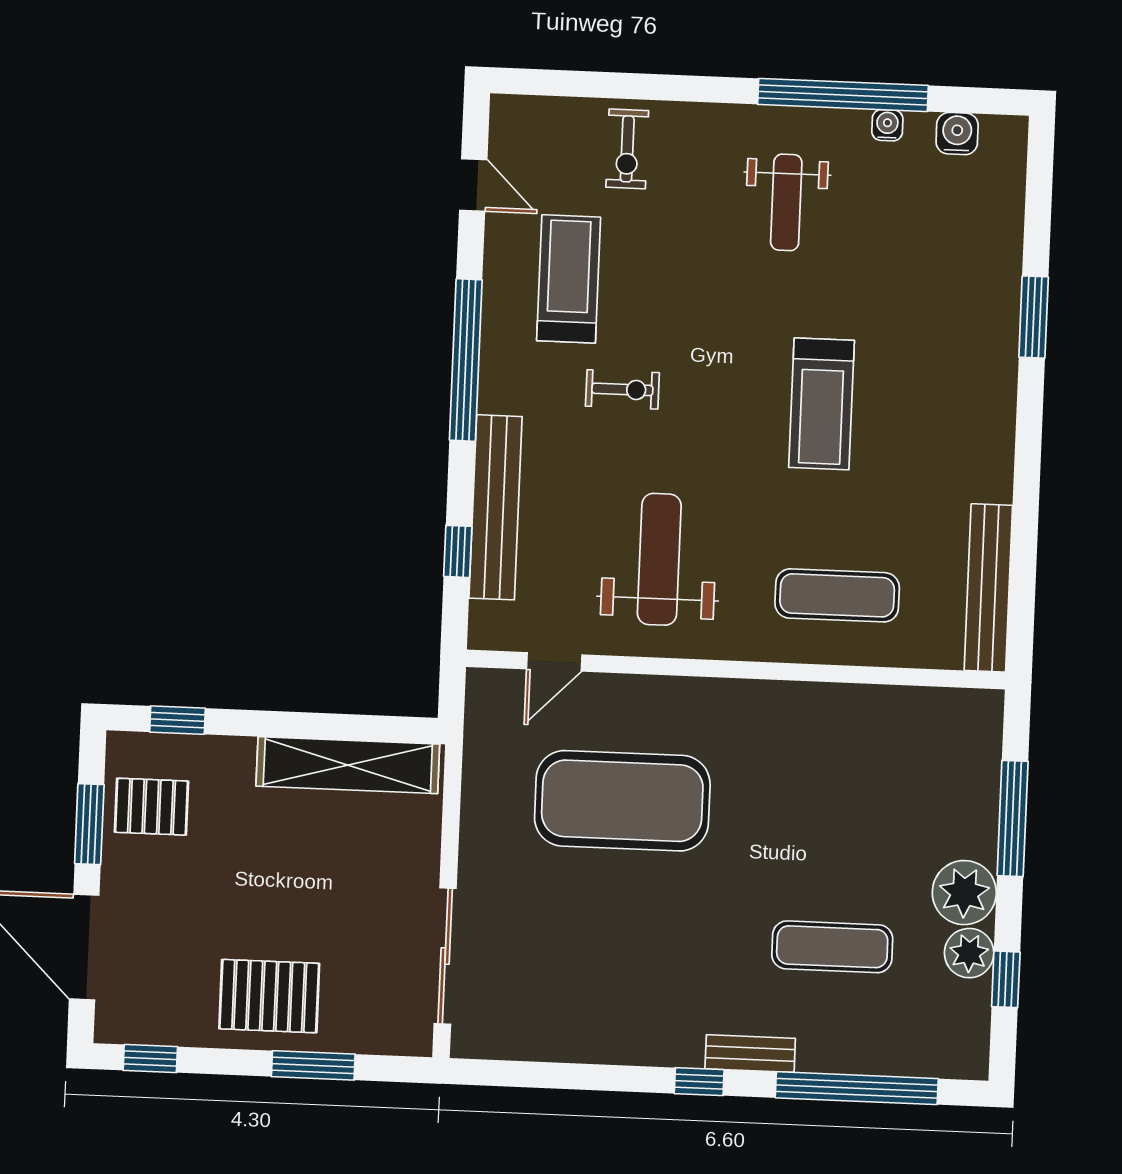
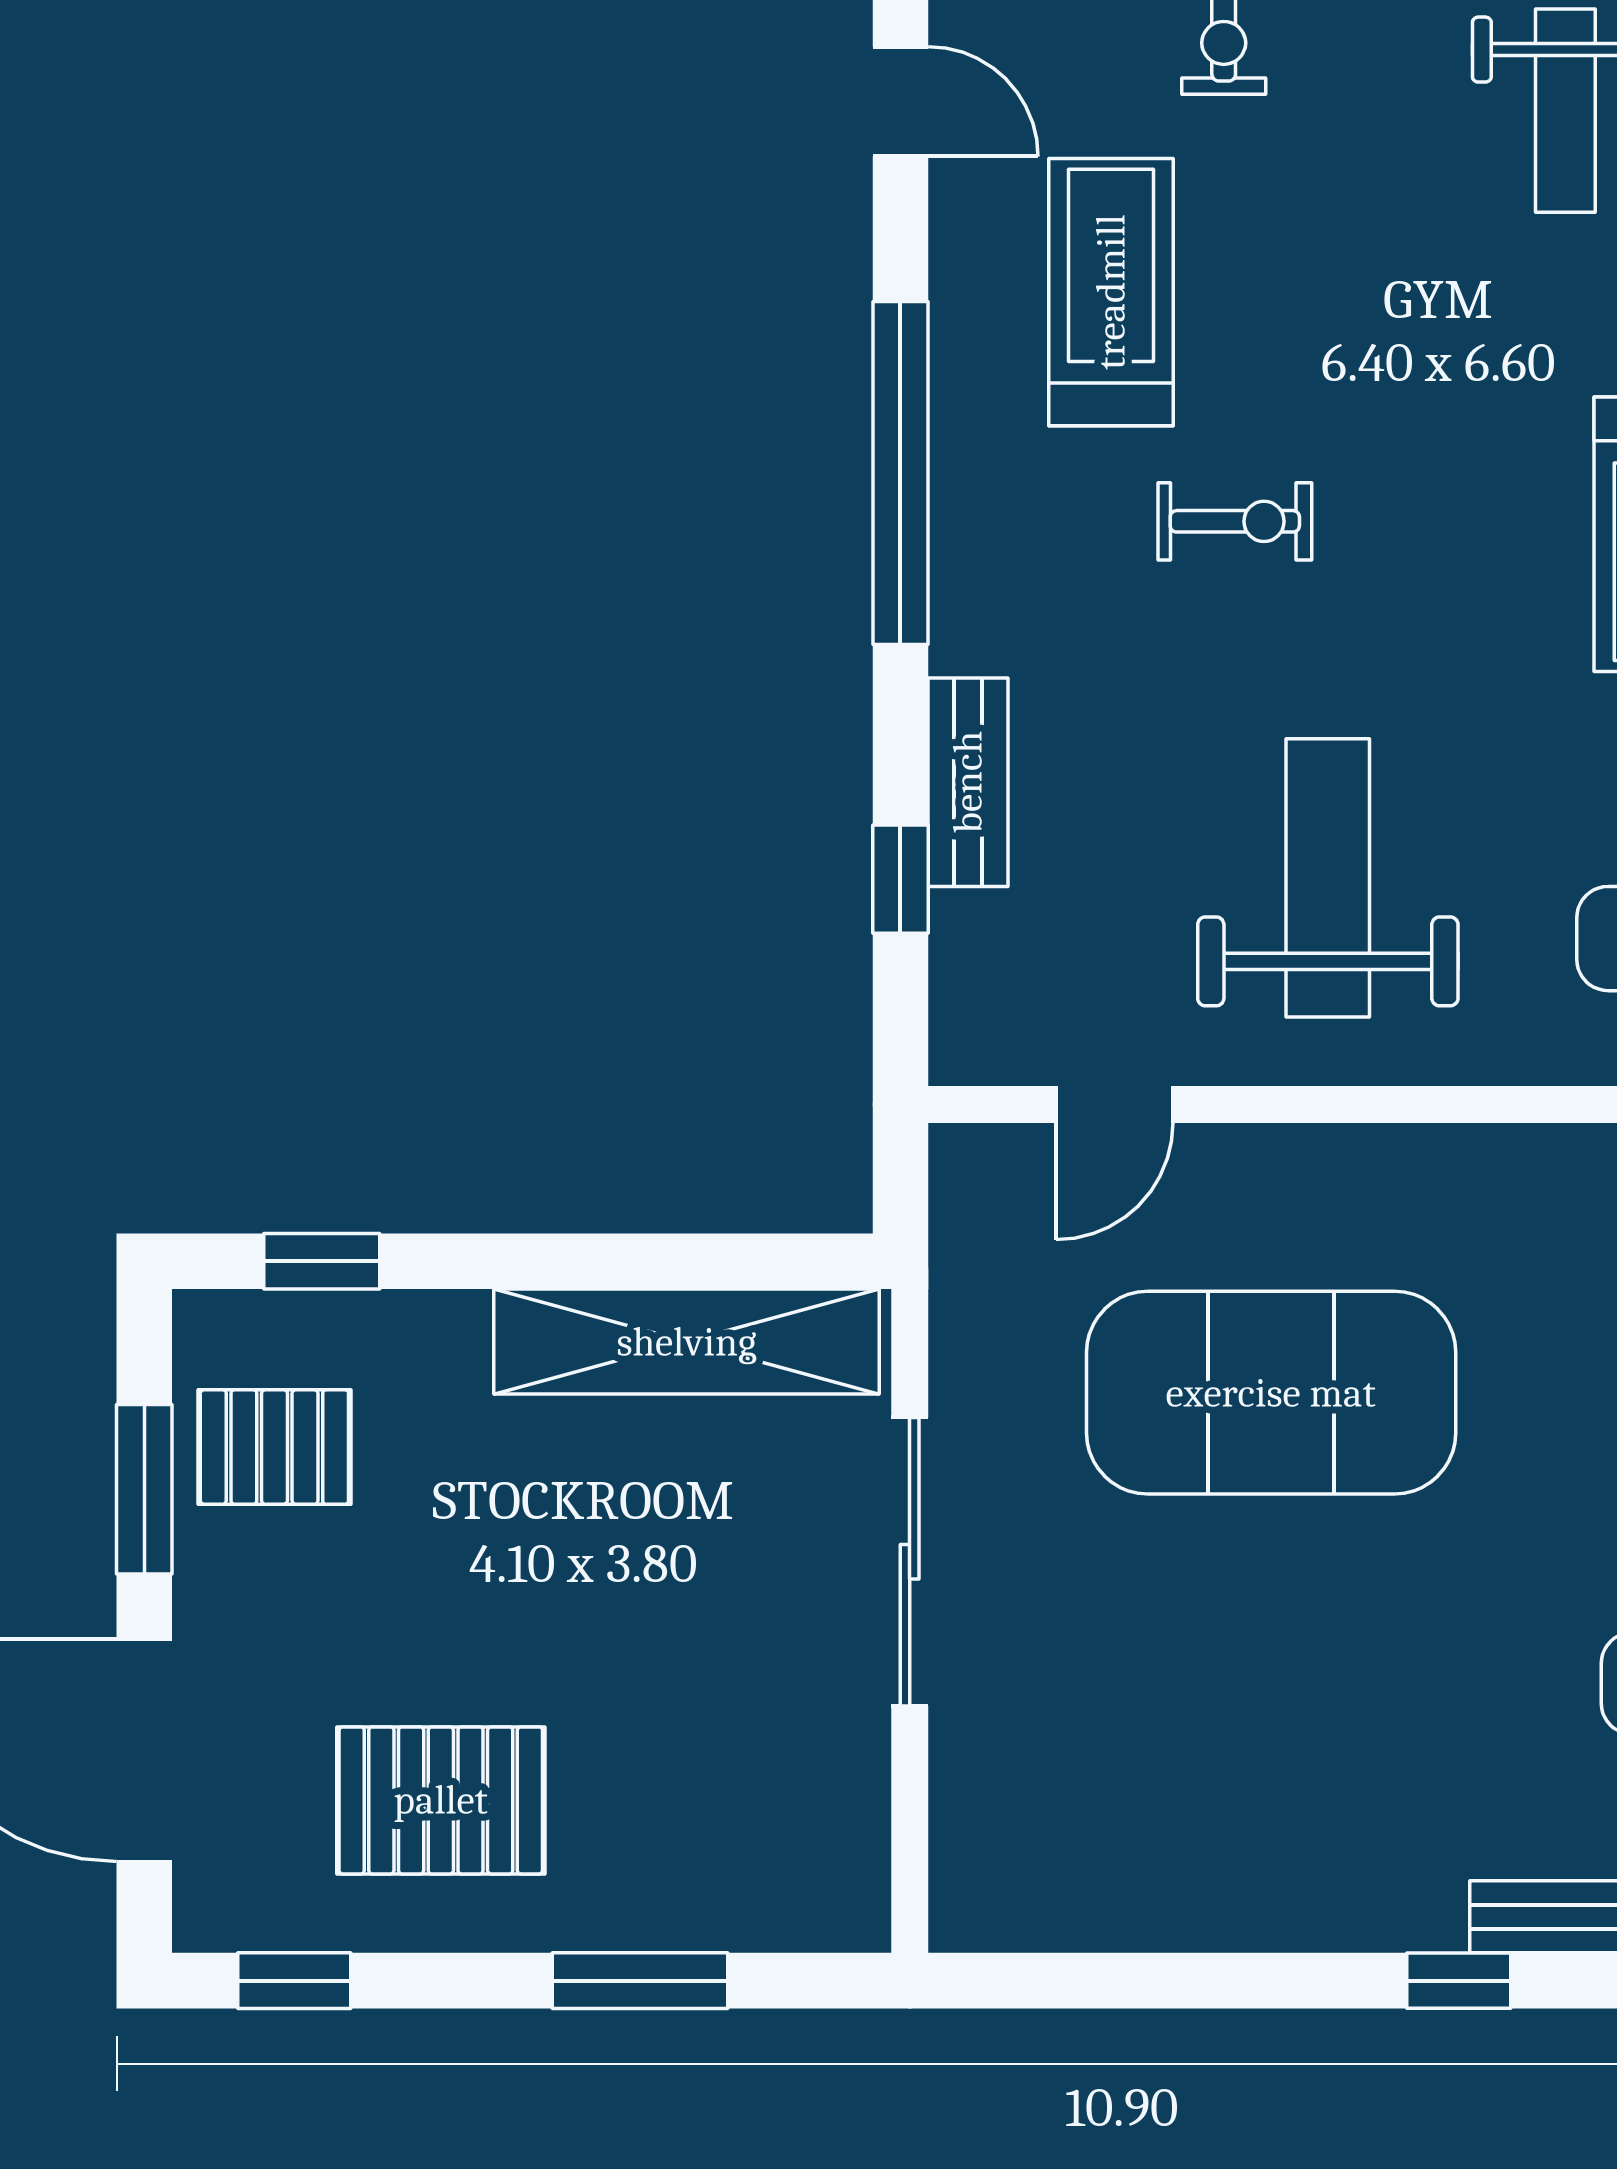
bench: (496, 507) -> (968, 782), width x0.54, depth x0.82
sliding door: (445, 956) -> (910, 1562), moved
pallet: (269, 996) -> (441, 1800), moved

